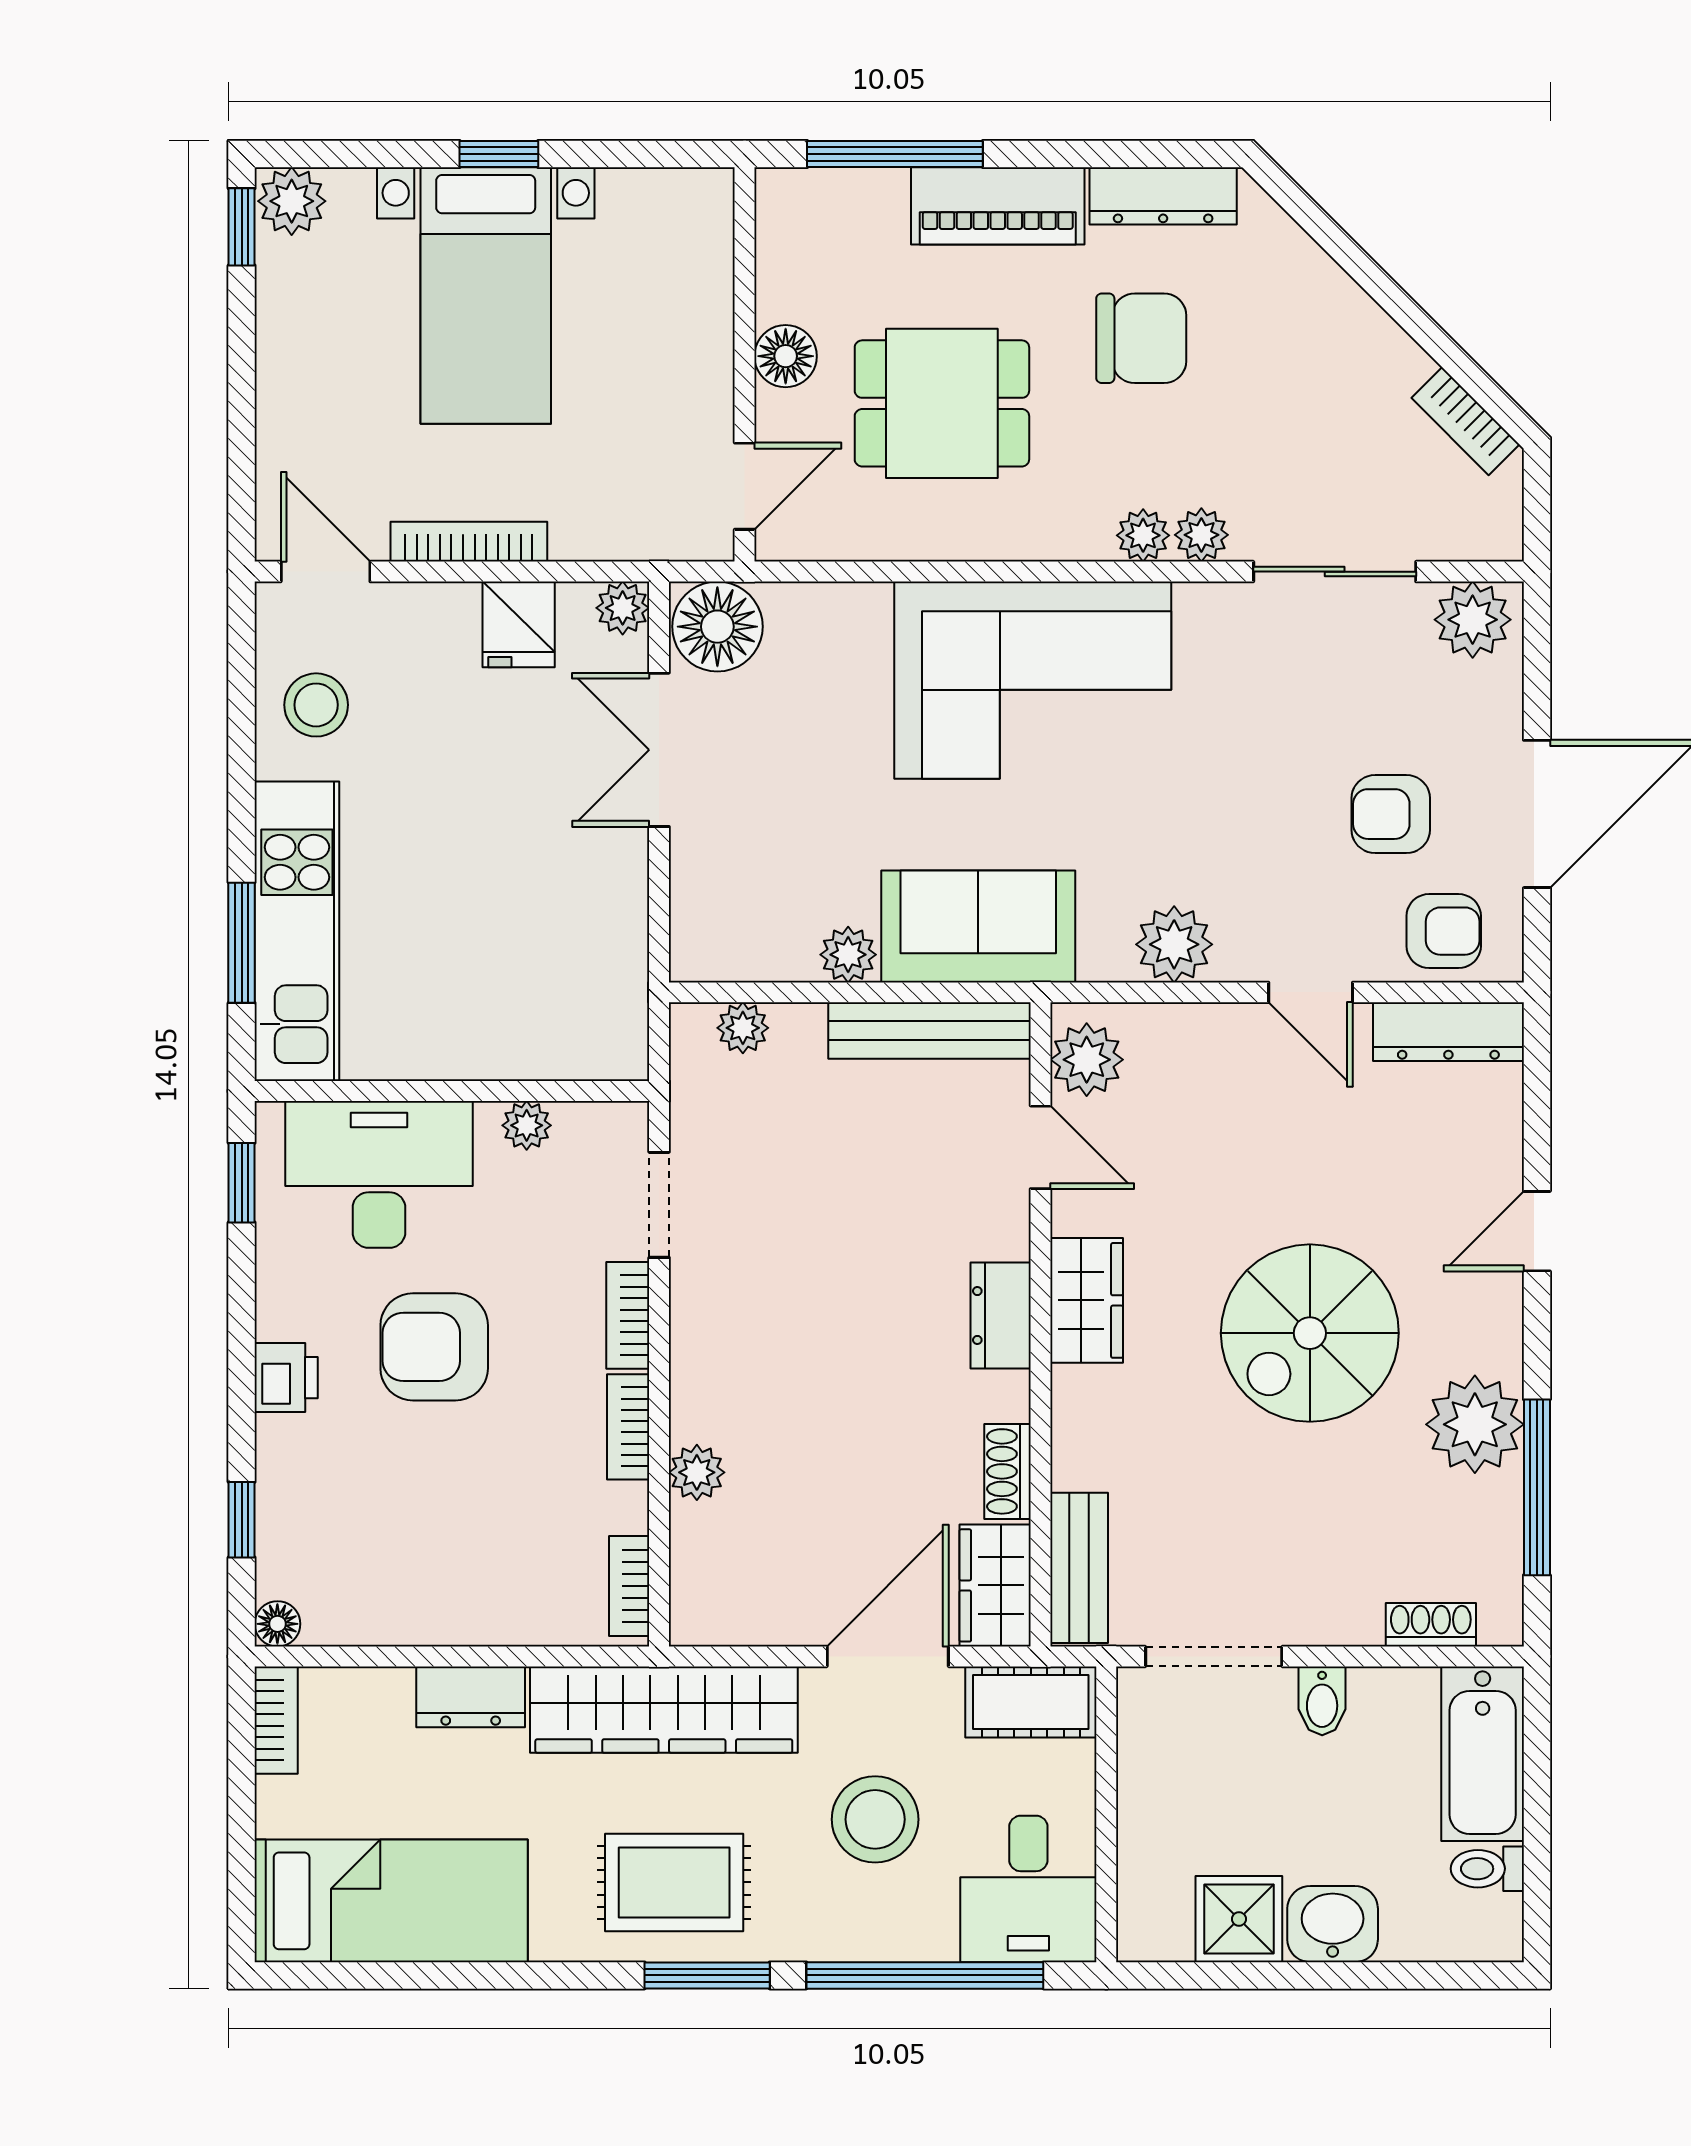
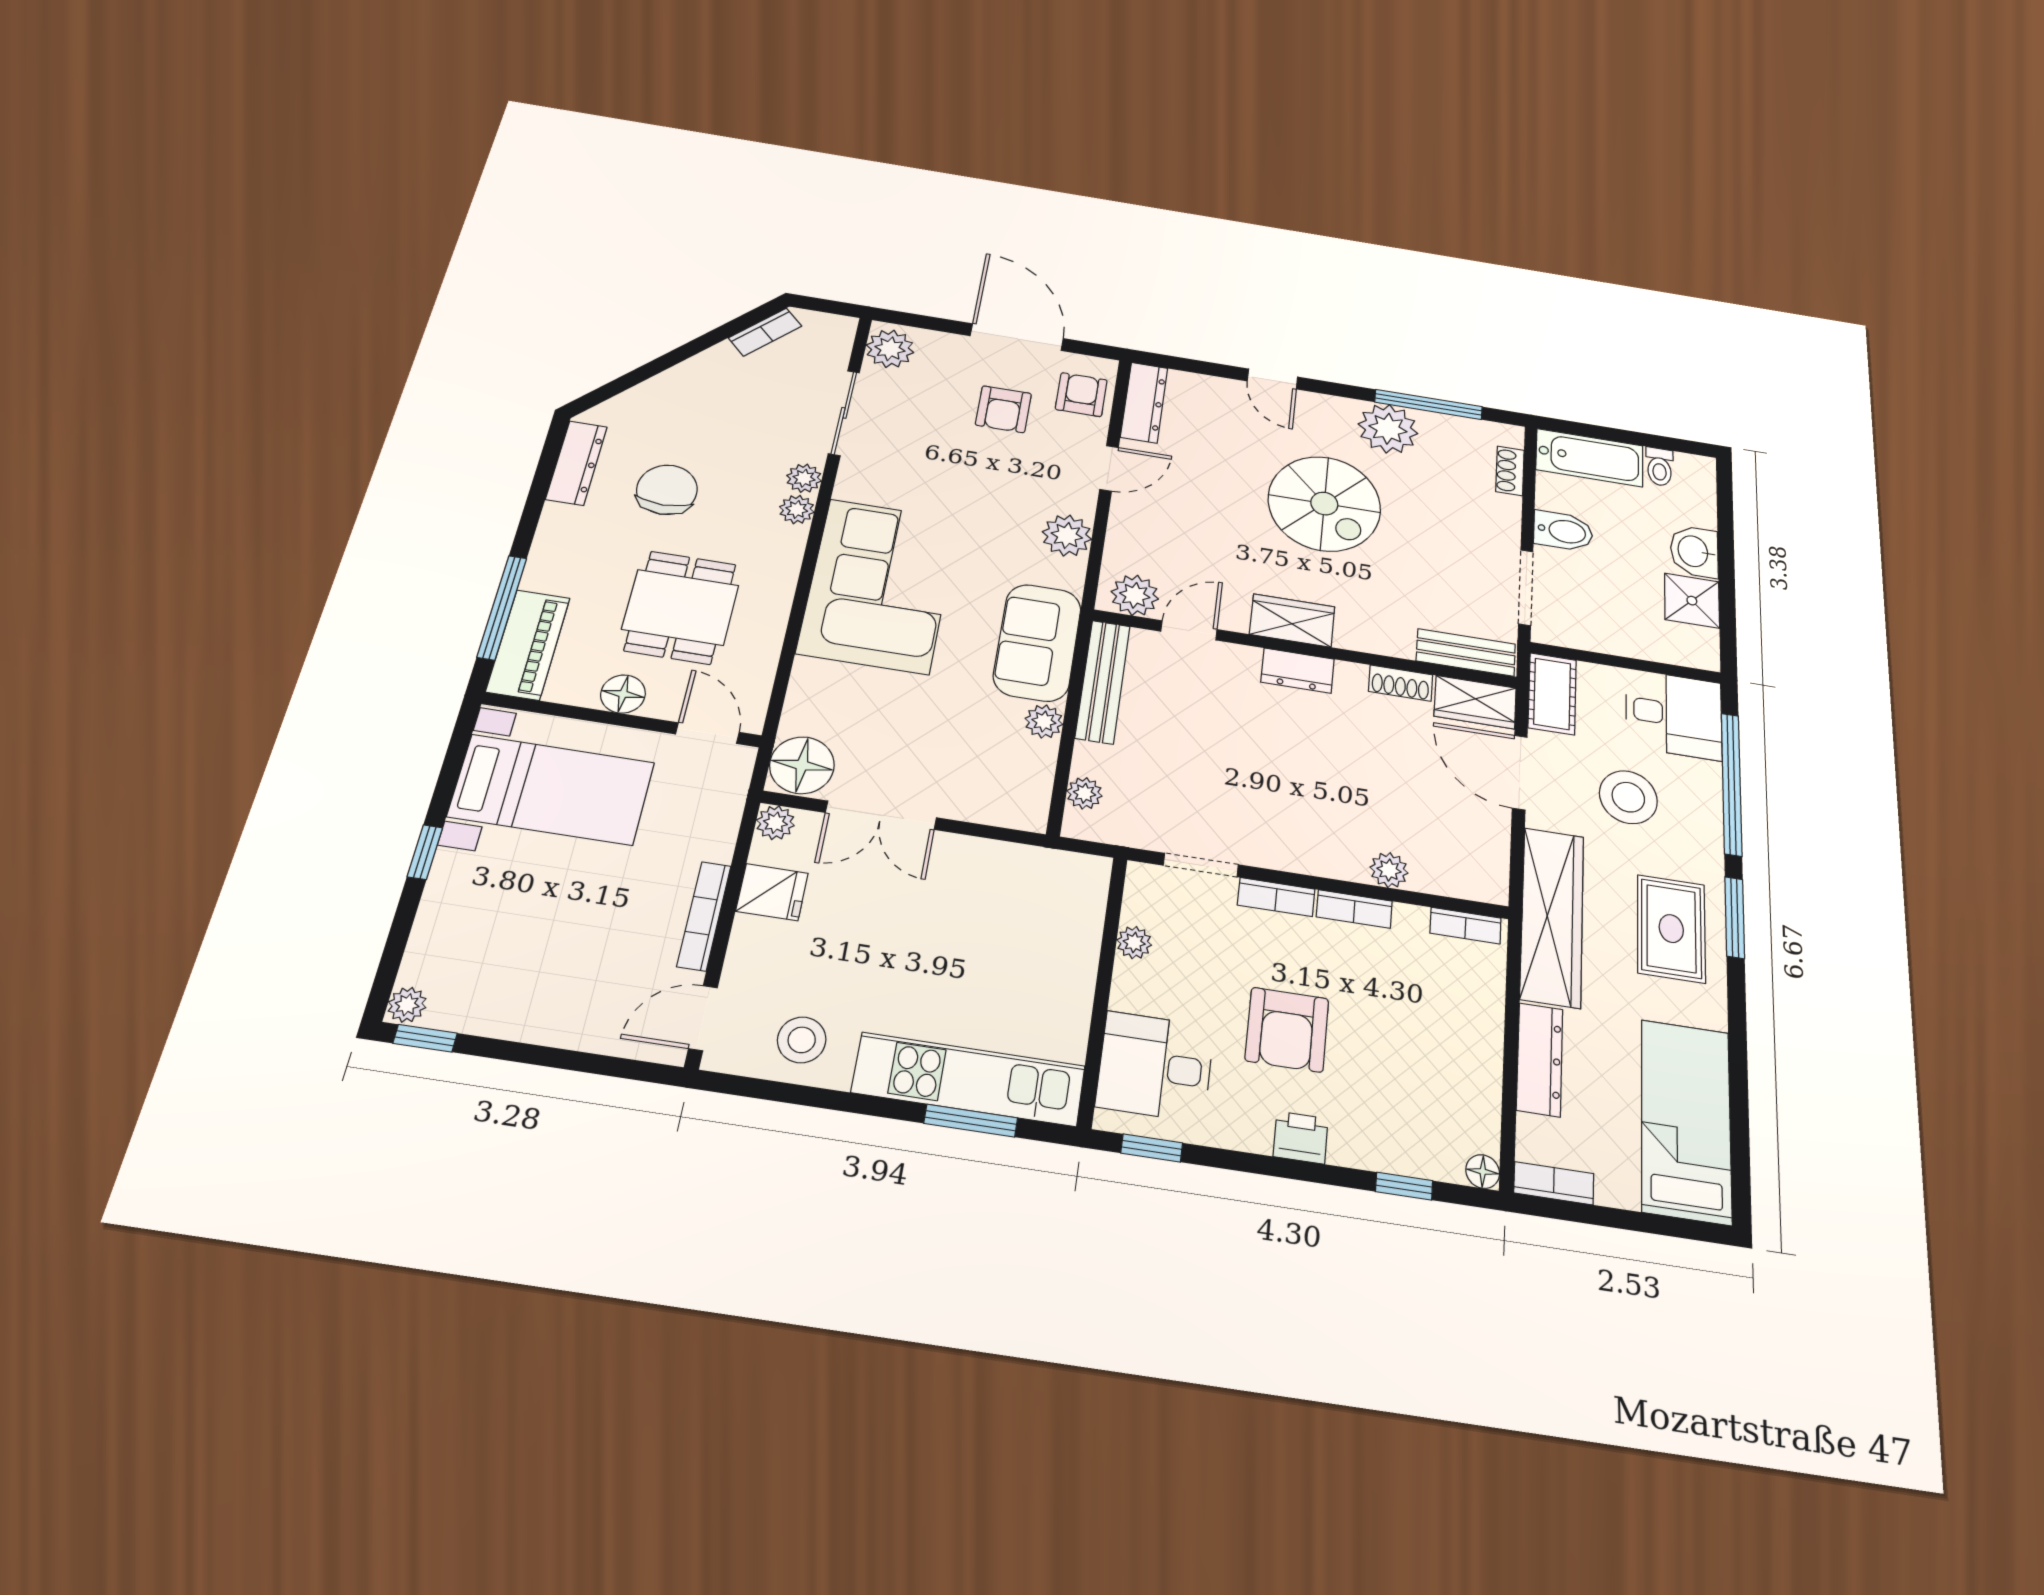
plant: (292, 201) -> (407, 1005), width x0.73, depth x0.73
piano: (998, 206) -> (528, 645), moved
bed with nightstands: (486, 296) -> (551, 789), moved
desk: (379, 1174) -> (1155, 1066), width x0.73
dresser: (471, 1697) -> (1540, 1059), width x1.44
bidet: (1322, 1701) -> (1563, 531), width x1.38, depth x1.36

